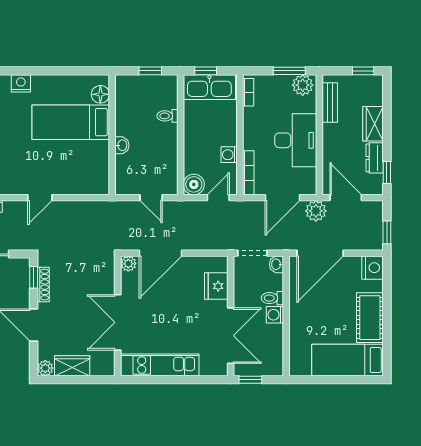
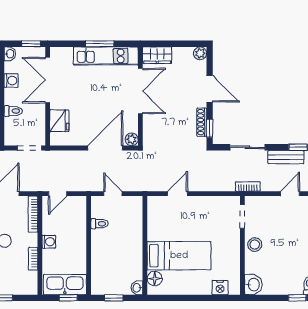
bookcase: (248, 92) -> (33, 259), moved
toilet: (167, 116) -> (99, 224), moved
washbasin: (122, 145) -> (137, 288), moved
washing machine: (229, 155) -> (49, 242), moved
boiler: (194, 184) -> (78, 204), removed
door: (40, 198) -> (178, 194), moved
washbasin: (276, 264) -> (10, 54), moved
washing machine: (275, 315) -> (11, 81), moved
wardrobe: (72, 366) -> (157, 55), moved
window: (167, 380) -> (100, 44), added

